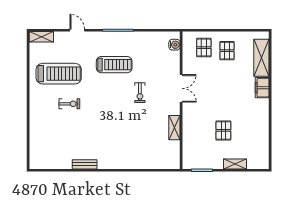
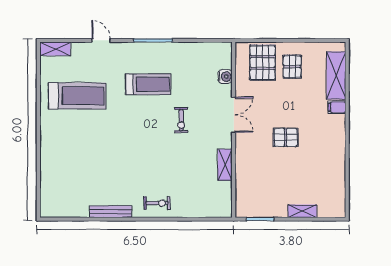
water cooler: (174, 45) -> (225, 77), moved
pallet: (204, 48) -> (263, 63), width x1.50, depth x1.42
filing cabinet: (262, 88) -> (337, 107), width x0.50
exercise bike: (69, 104) -> (157, 203), moved
pallet: (223, 130) -> (286, 137), moved, turned 90
bench: (85, 164) -> (111, 212), width x1.36

